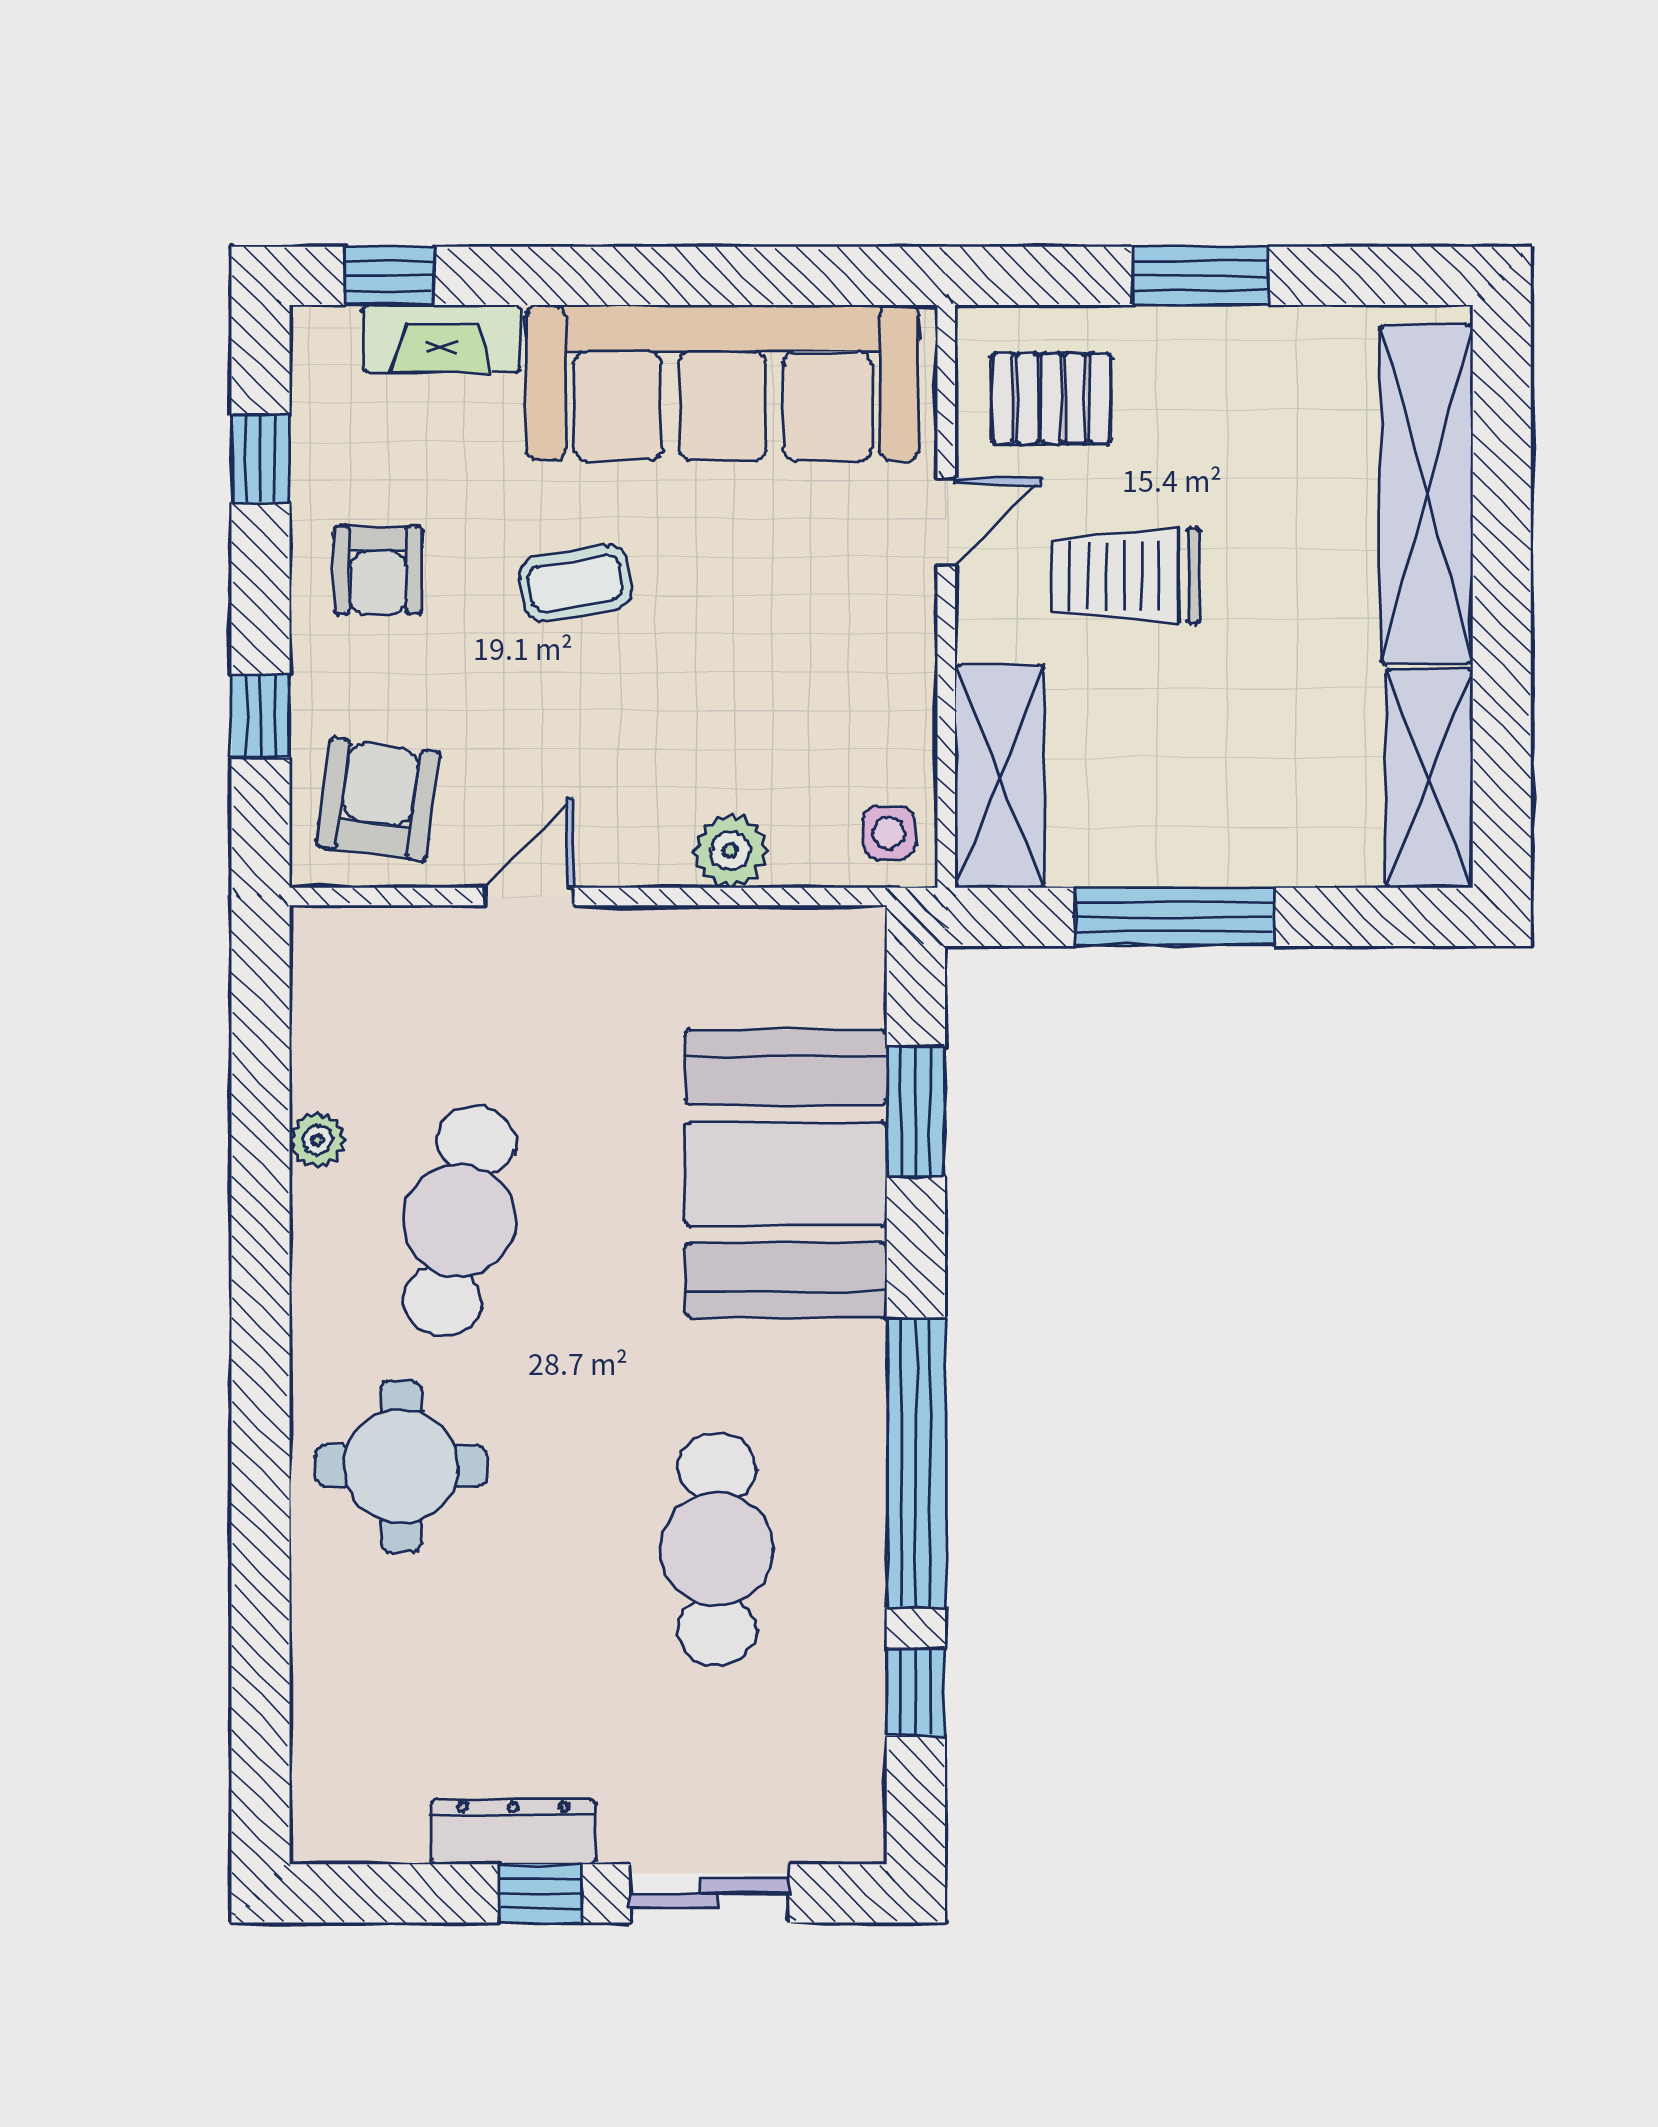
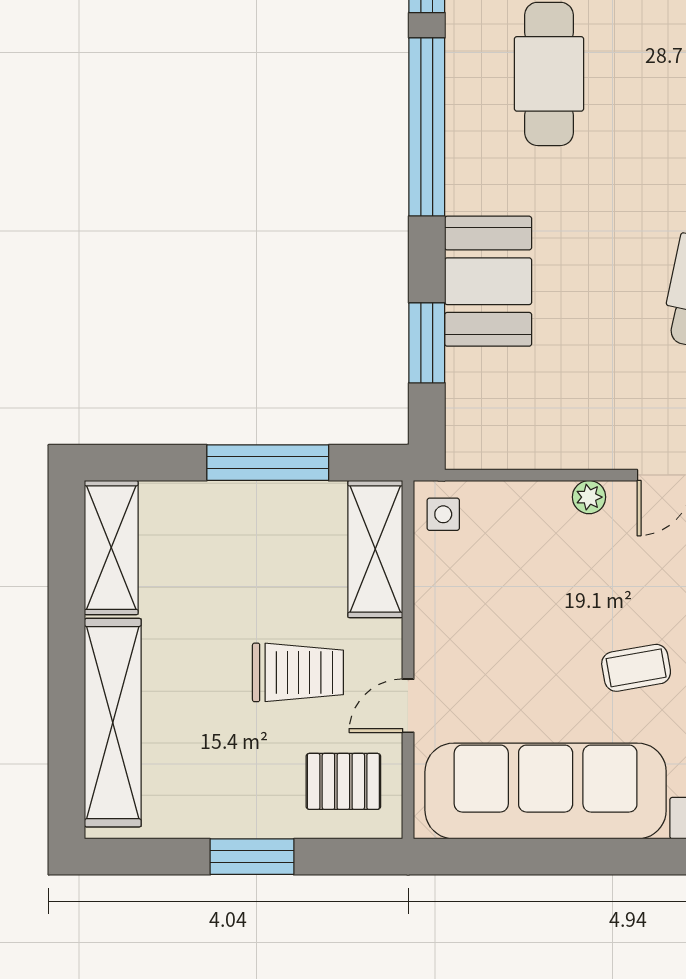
plant: (730, 851) -> (589, 497), moved, width x0.73, depth x0.73
booth: (786, 1174) -> (488, 281), width x0.73, depth x0.70

